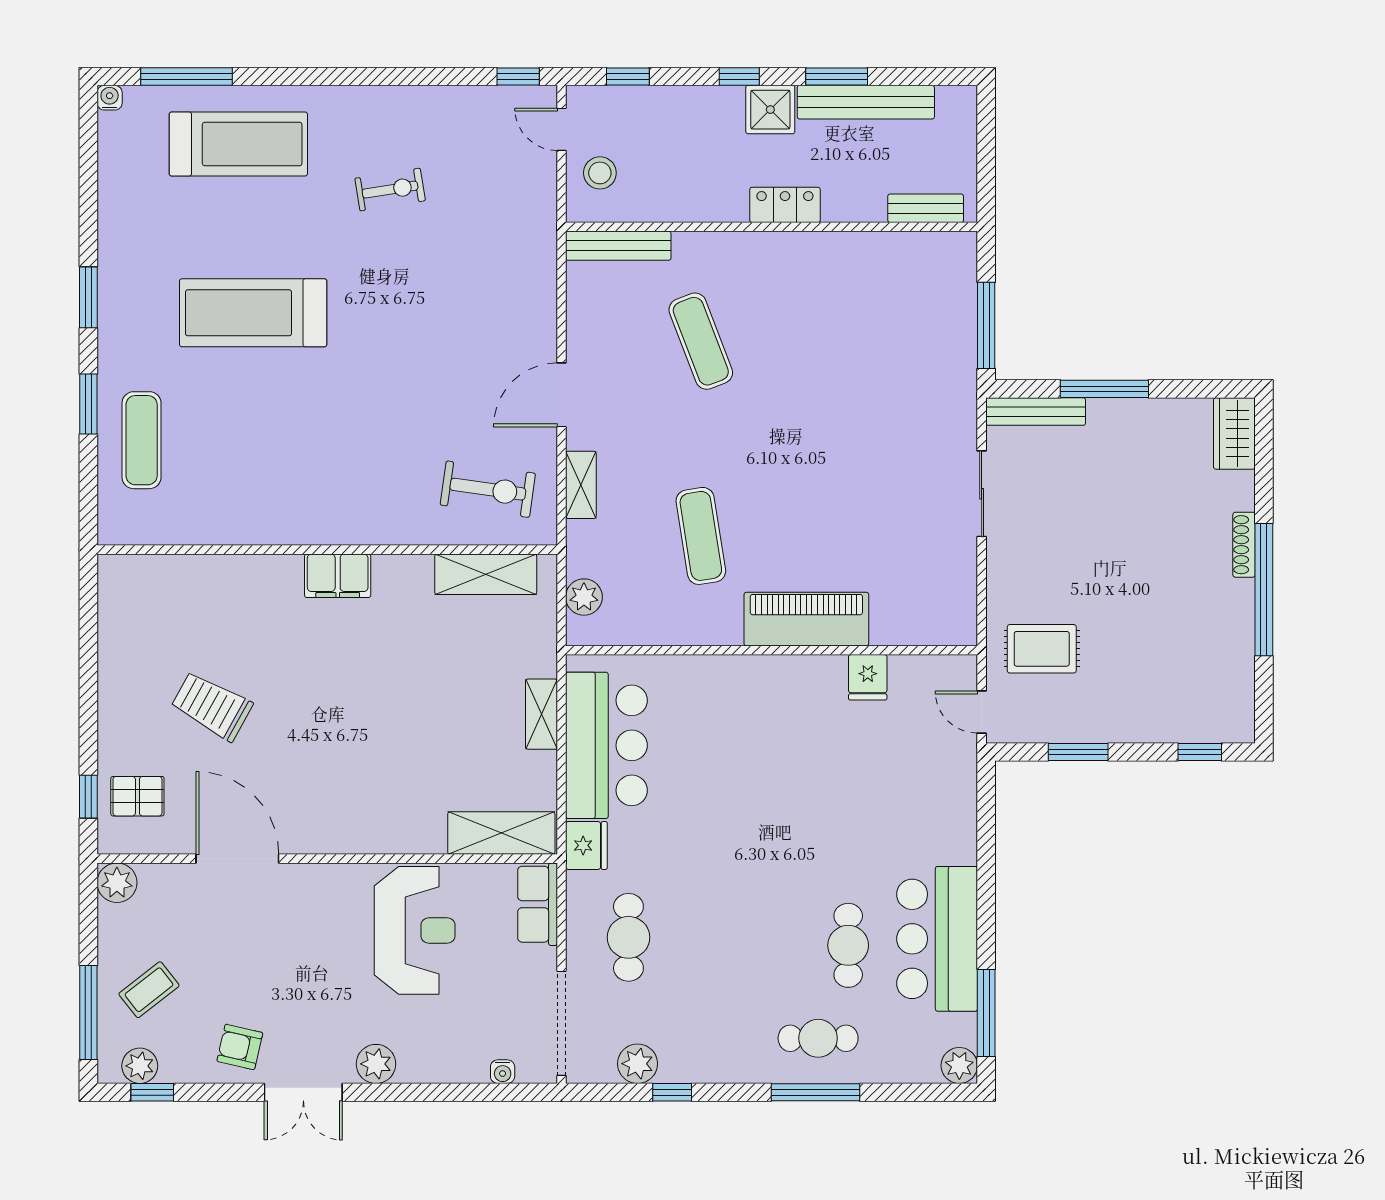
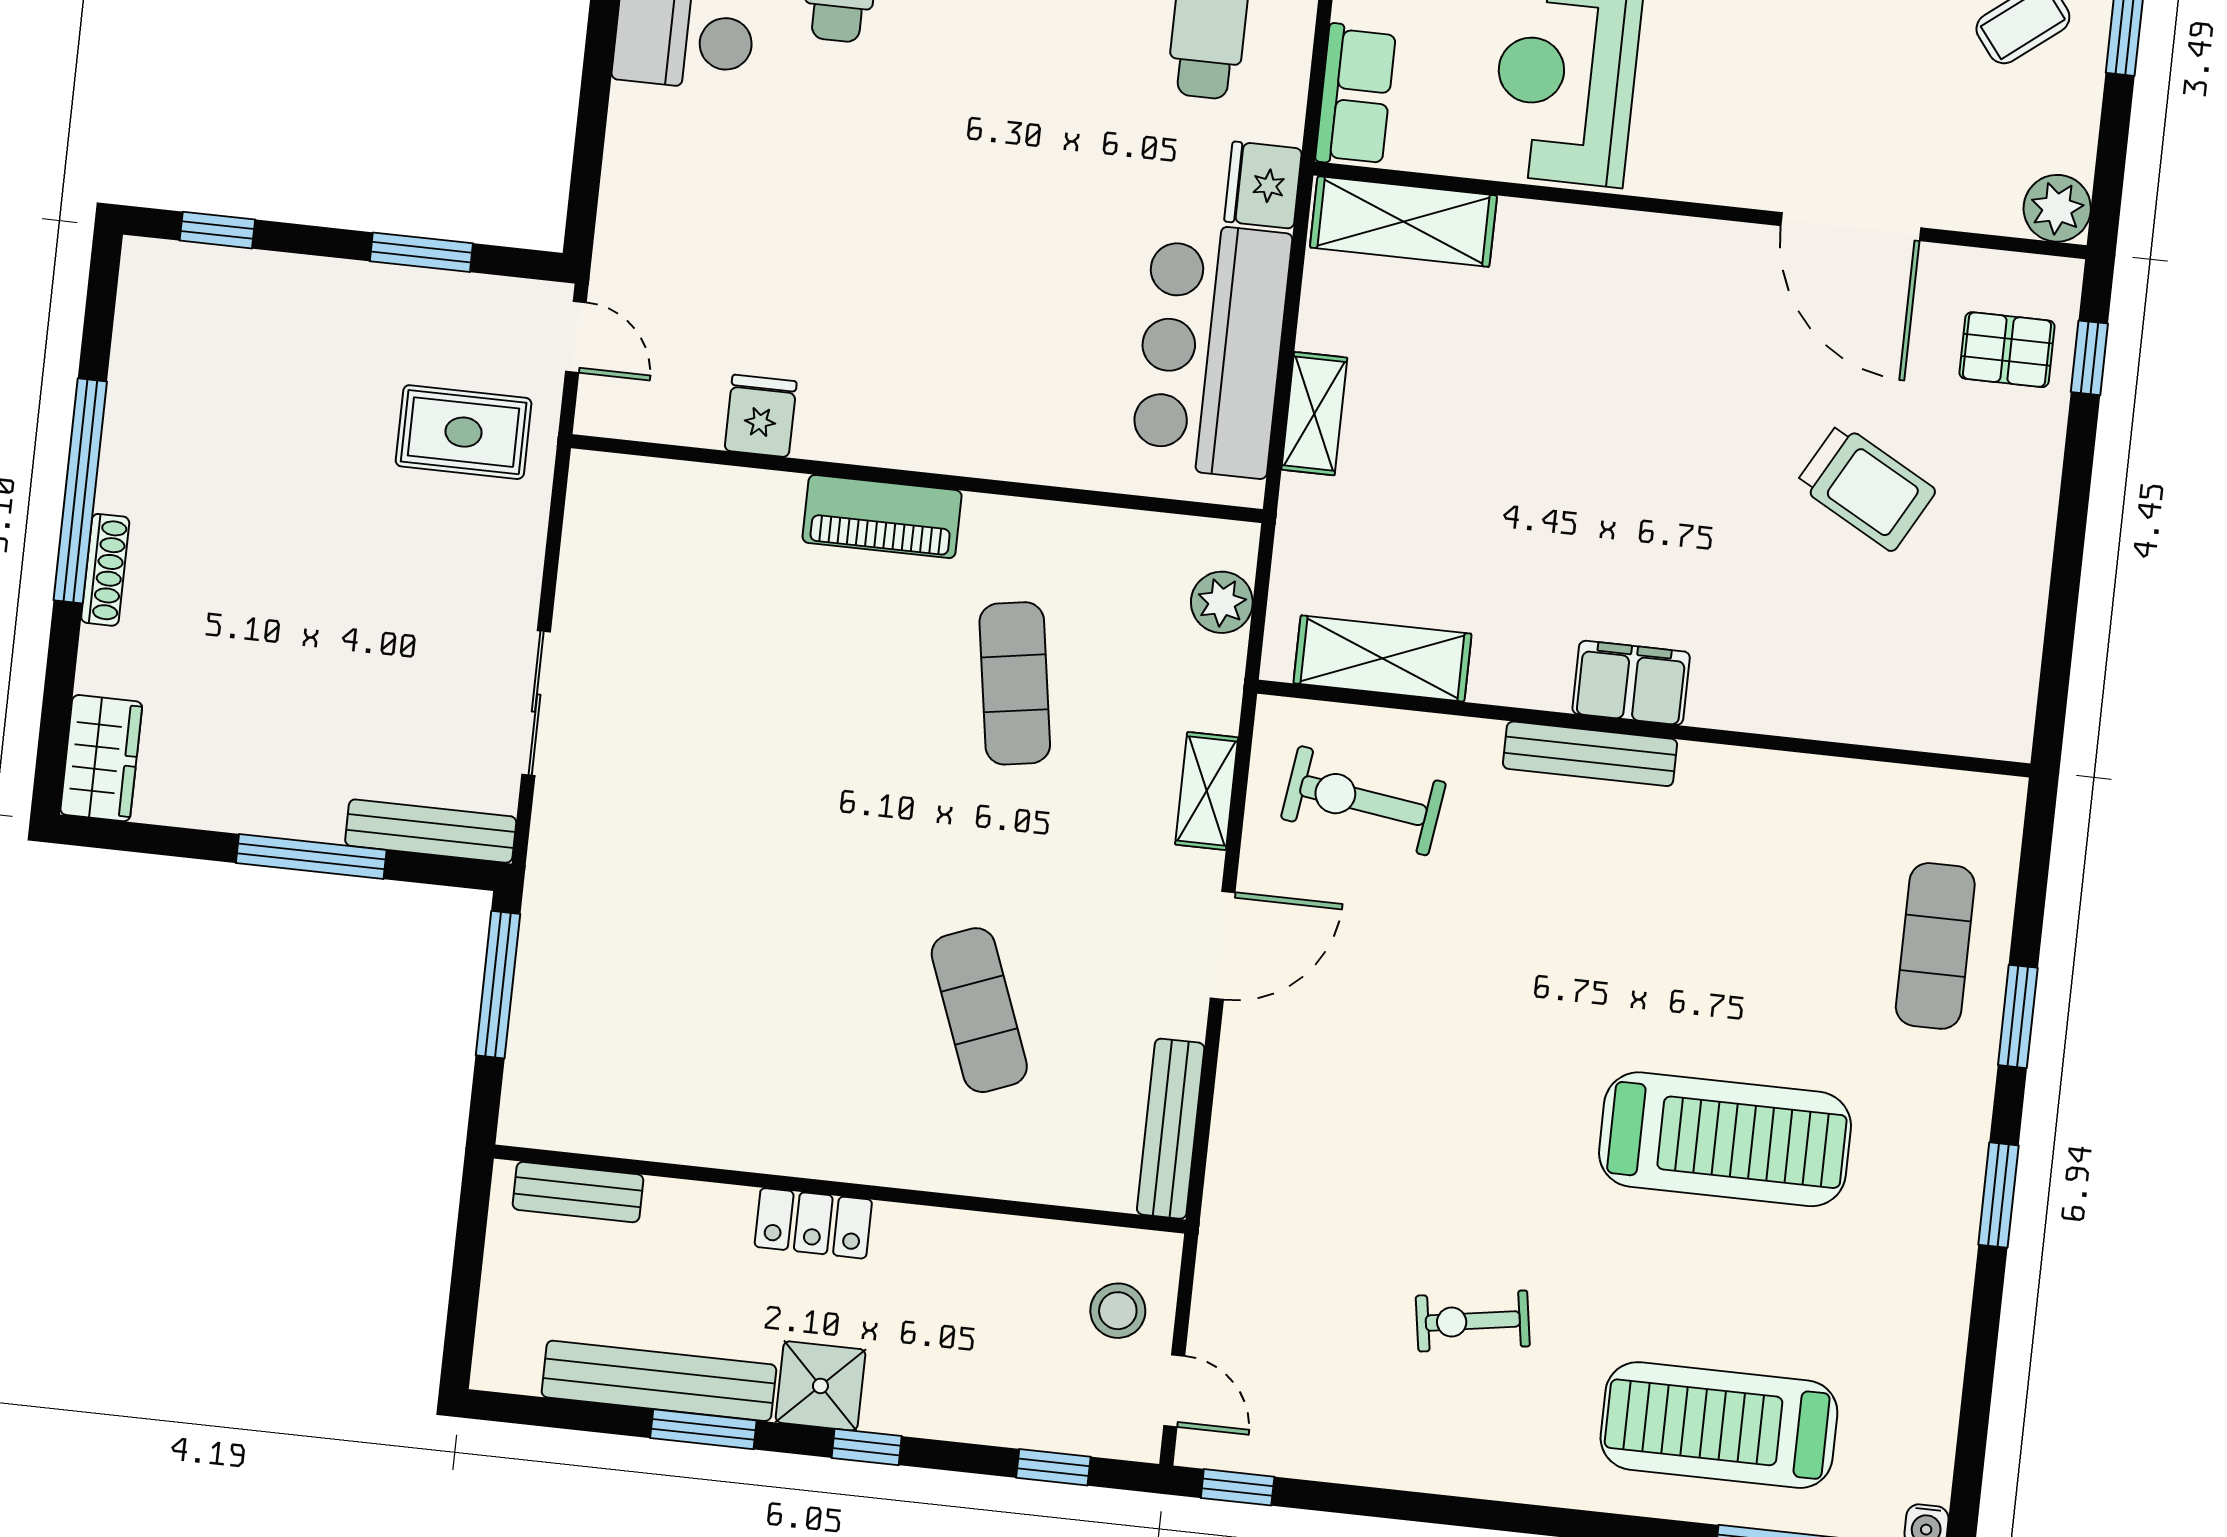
bench: (618, 246) -> (1171, 1129), moved, turned 90
bench: (357, 531) -> (1590, 754), added
piano: (806, 619) -> (882, 517), width x0.73, depth x0.75

